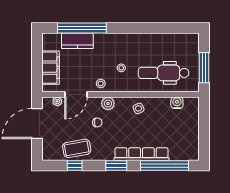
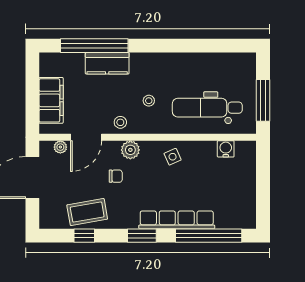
kitchen counter: (77, 41) -> (107, 63), moved

